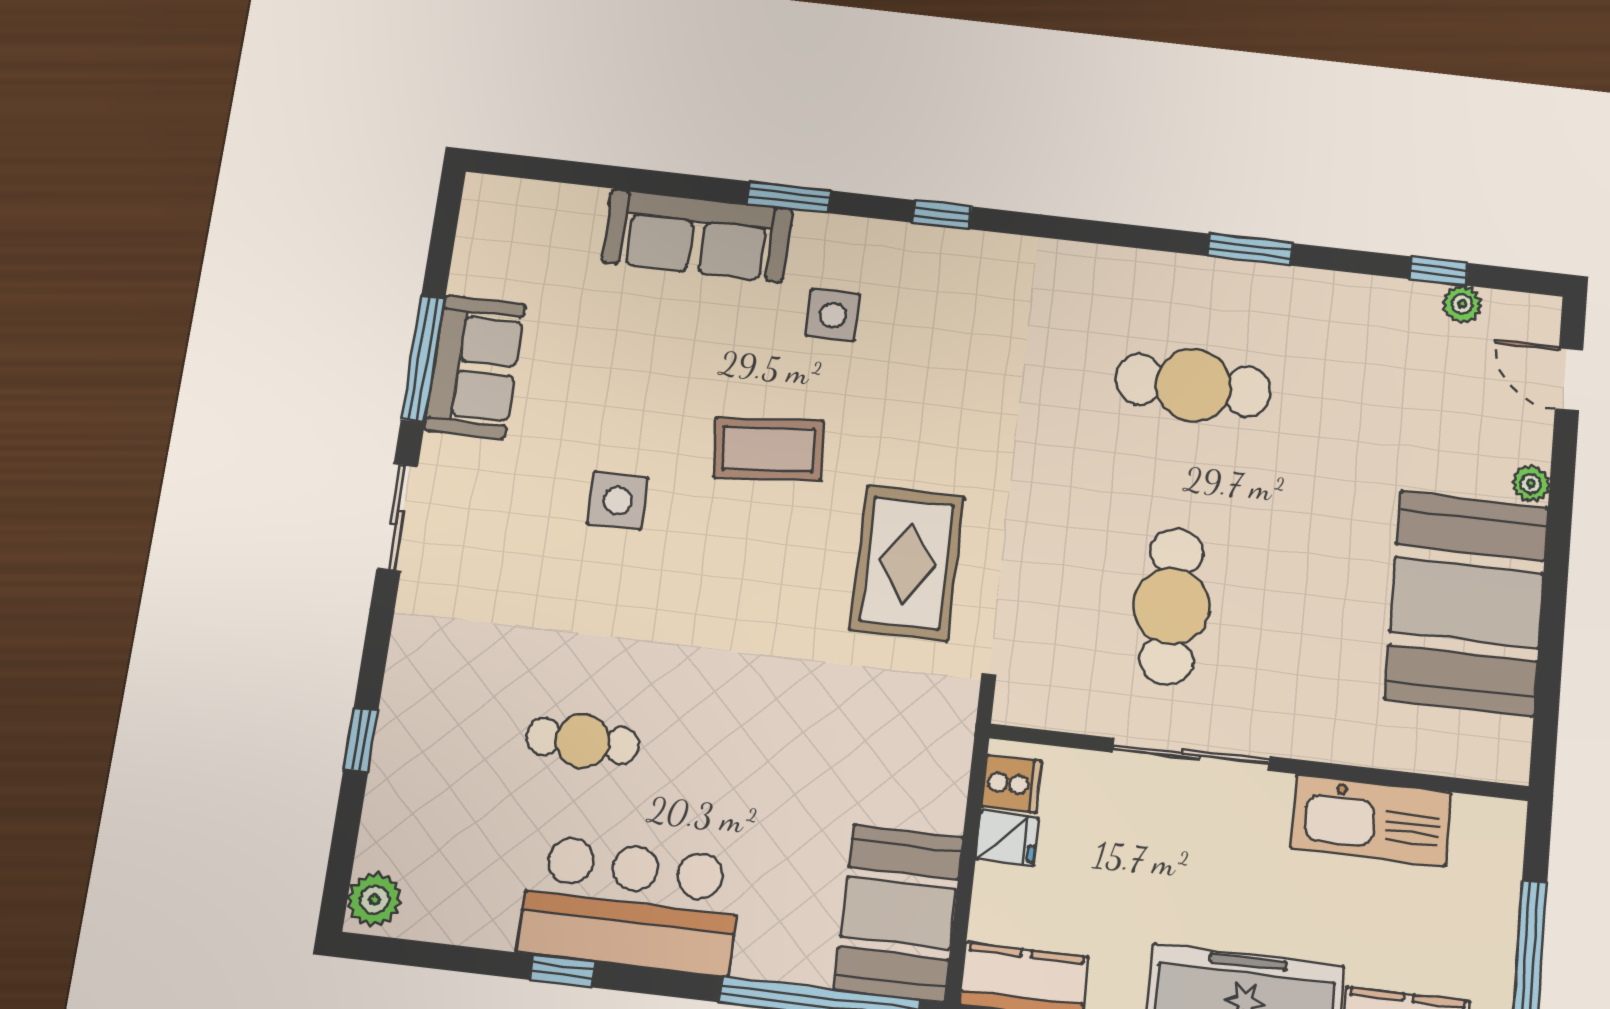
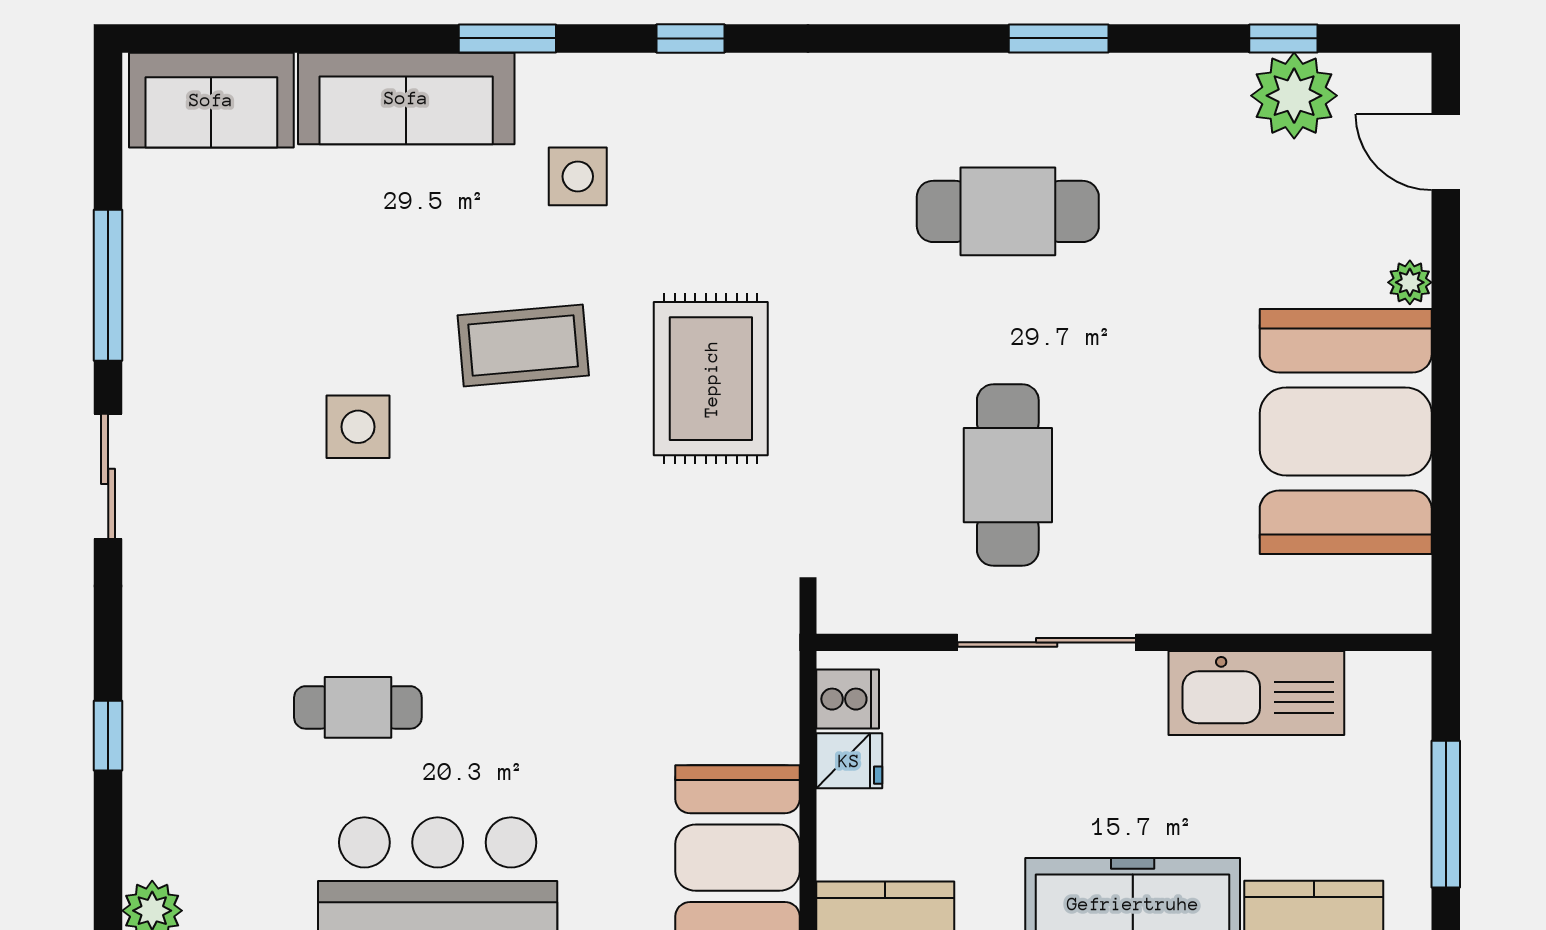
plant: (1462, 304) -> (1294, 96), width x1.87, depth x1.87
sofa: (475, 367) -> (211, 100), moved, turned 90
rug: (907, 563) -> (711, 379), moved

